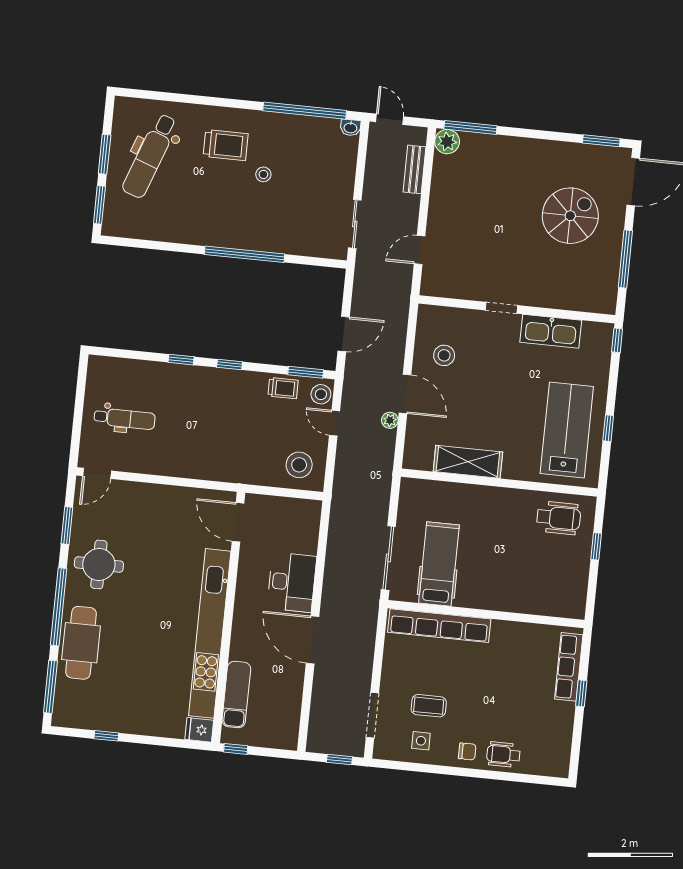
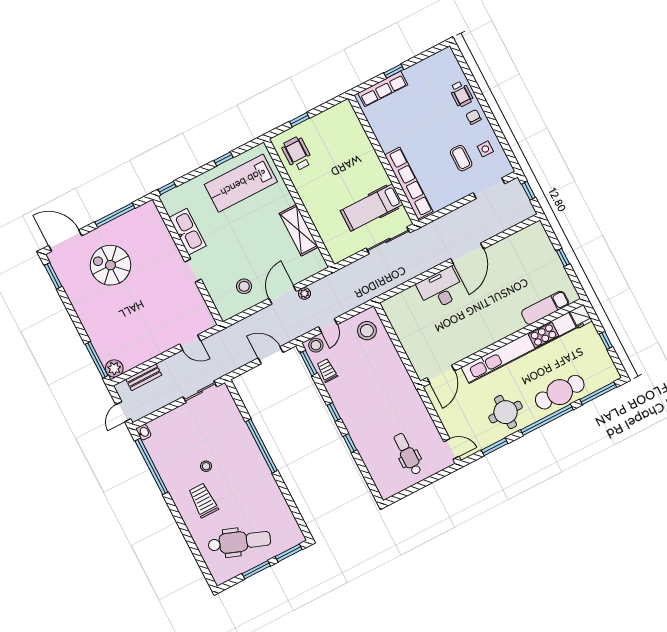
door: (238, 522) -> (441, 374), moved
wall: (228, 617) -> (502, 343), moved
kitchen unit: (210, 633) -> (519, 348), moved
exam couch: (236, 694) -> (545, 308), moved
fridge: (199, 730) -> (581, 316), moved

